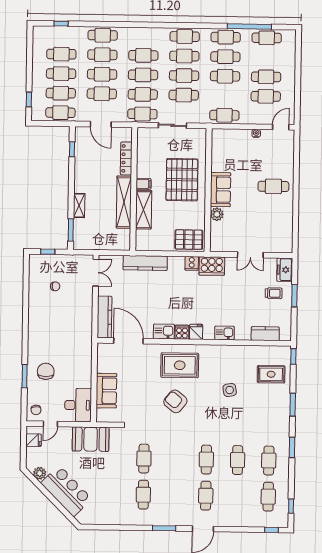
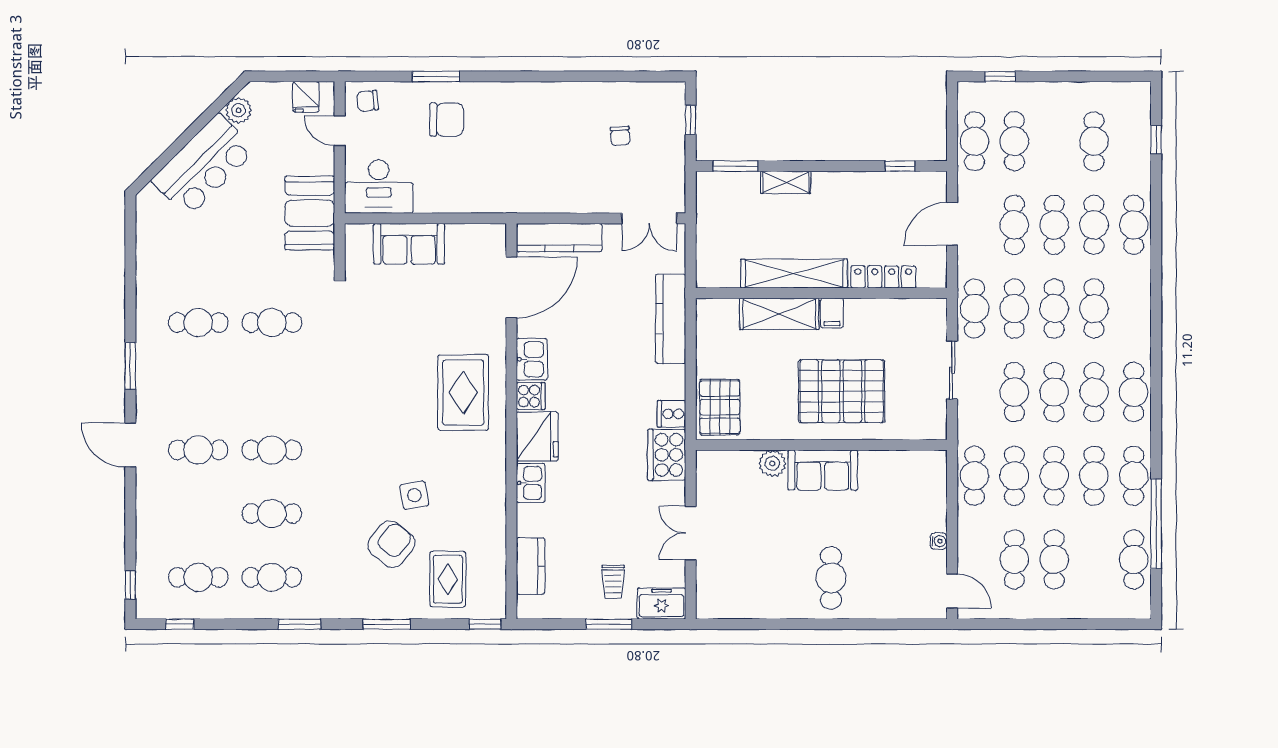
cafe table: (61, 74) -> (1014, 476), moved
fridge: (196, 332) -> (537, 436), width x1.88, depth x1.34
armchair: (175, 401) -> (391, 544), moved

